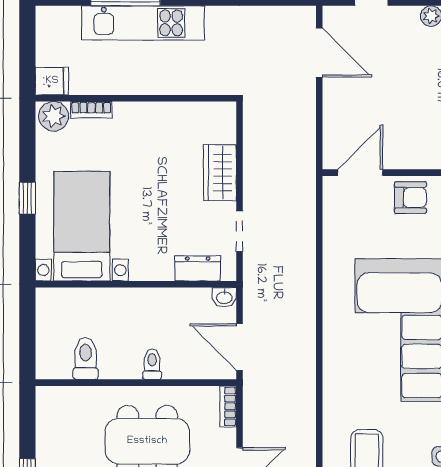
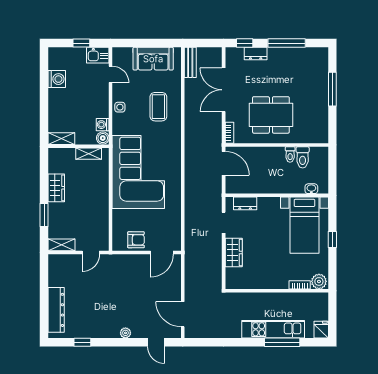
fridge: (52, 81) -> (321, 330), moved, turned 90
armchair: (410, 198) -> (136, 240), turned 180
washbasin: (224, 297) -> (311, 189), moved
toilet: (152, 364) -> (290, 154), moved

